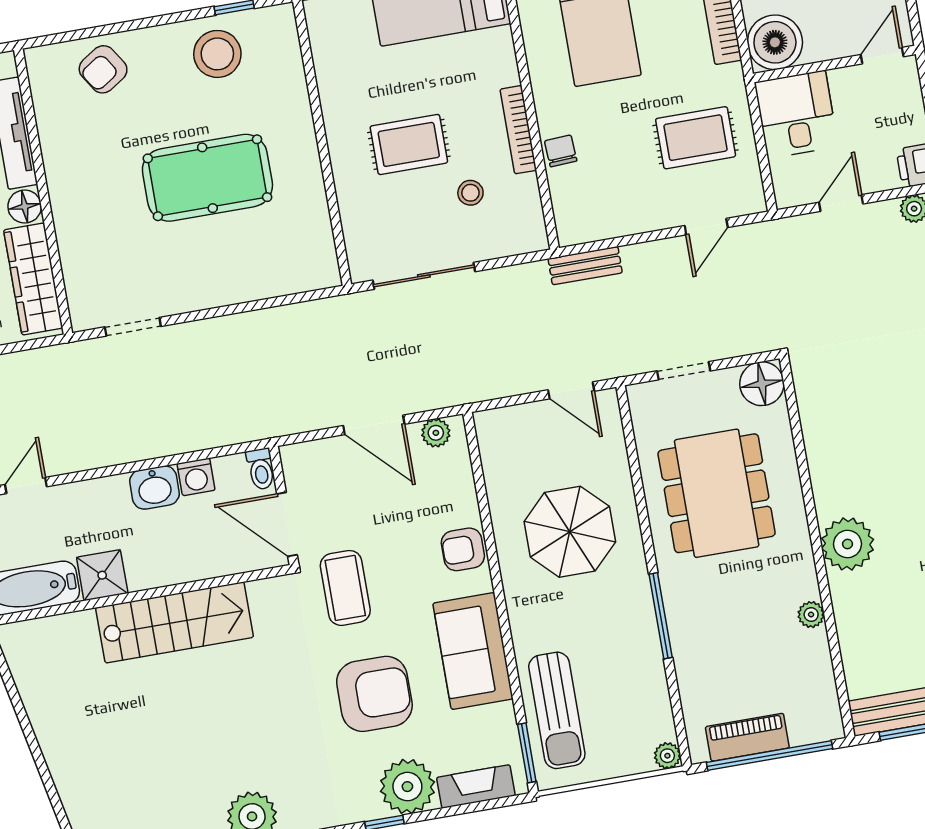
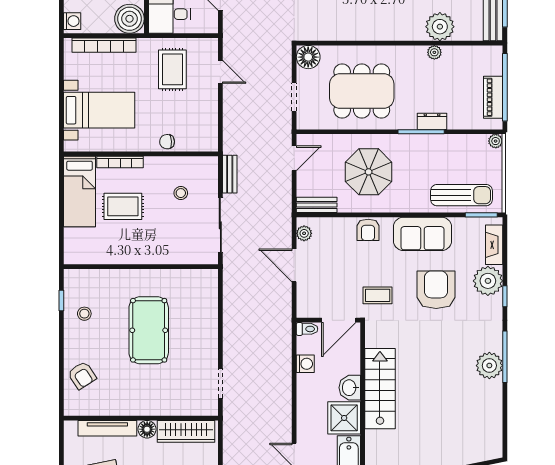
stool: (217, 54) -> (84, 314), width x0.53, depth x0.53
bookcase: (518, 130) -> (120, 162), moved
rug: (409, 144) -> (123, 206), moved, turned 90
bench: (585, 266) -> (230, 174), moved
door: (374, 425) -> (294, 265), swing flipped
bench: (492, 447) -> (317, 205), added
washbasin: (154, 488) -> (350, 388), moved, turned 180
plant: (848, 544) -> (440, 27), moved
shower: (102, 575) -> (344, 418), width x1.36, depth x1.36
coffee table: (345, 588) -> (378, 295), width x0.73, depth x0.77
dresser: (683, 632) -> (432, 121), added

